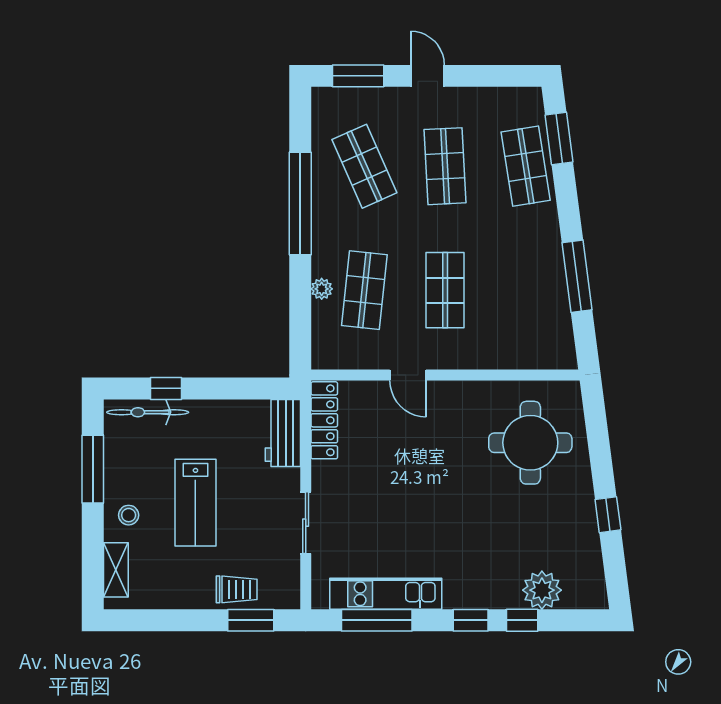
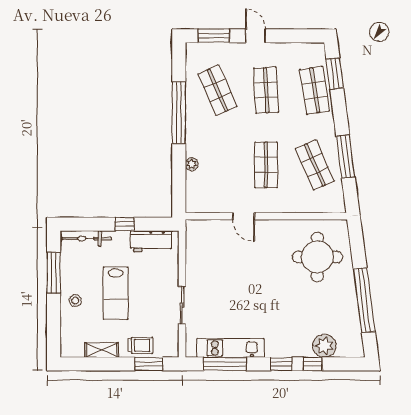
shop shelf: (364, 290) -> (315, 165), moved, turned -30
window: (166, 388) -> (125, 224), moved
locker: (324, 420) -> (193, 243), removed
workbench: (283, 433) -> (151, 241), moved, turned -90
window: (608, 515) -> (364, 300), width x3.17
shelving: (116, 570) -> (102, 350), moved, turned 90

